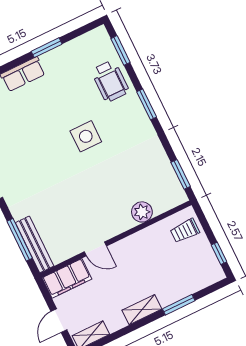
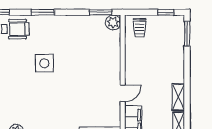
plant: (142, 212) -> (113, 22), moved
window: (179, 305) -> (187, 34), moved
shelving: (142, 310) -> (178, 97), moved

